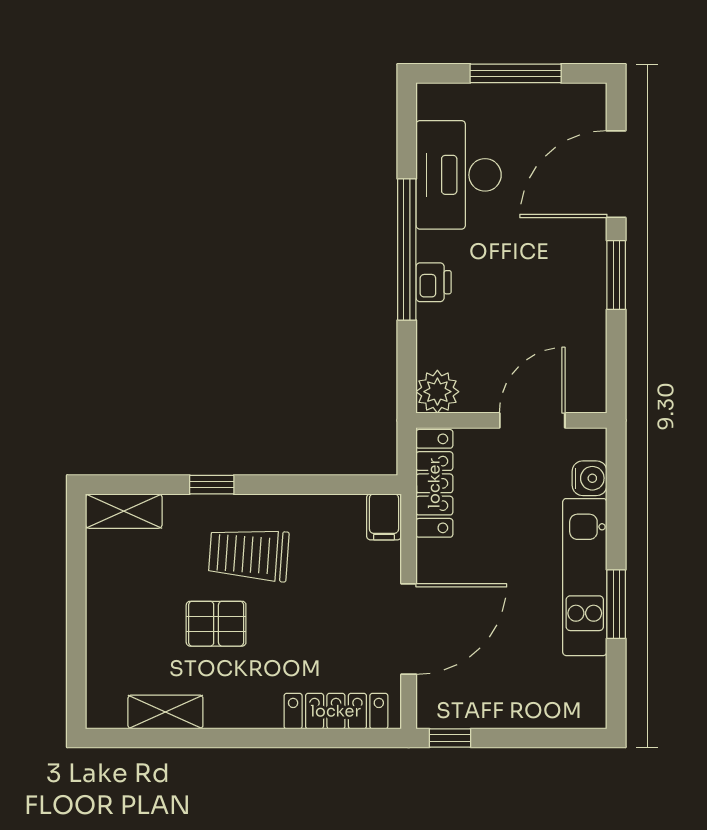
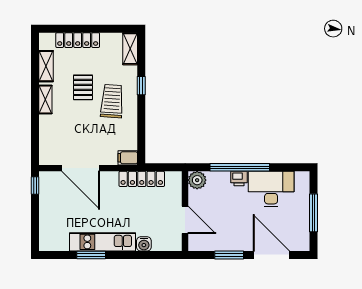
printer: (434, 282) -> (239, 179), moved
plant: (437, 392) -> (197, 180), moved
wall: (511, 420) -> (185, 211), moved
door: (532, 420) -> (185, 220), moved
locker: (336, 711) -> (78, 40), moved, turned 90
shelving: (245, 713) -> (45, 100), added

